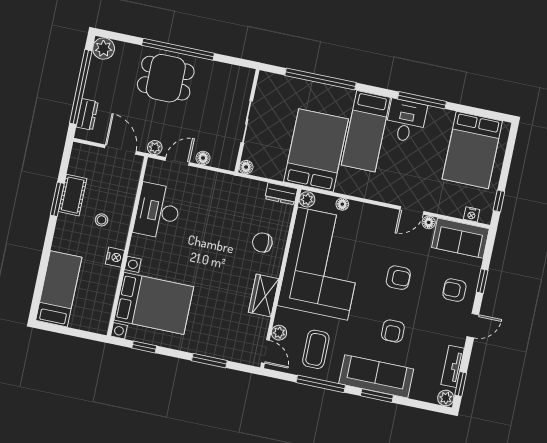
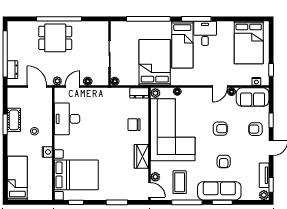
plant: (104, 49) -> (14, 28), removed
window: (422, 100) -> (196, 19), moved

